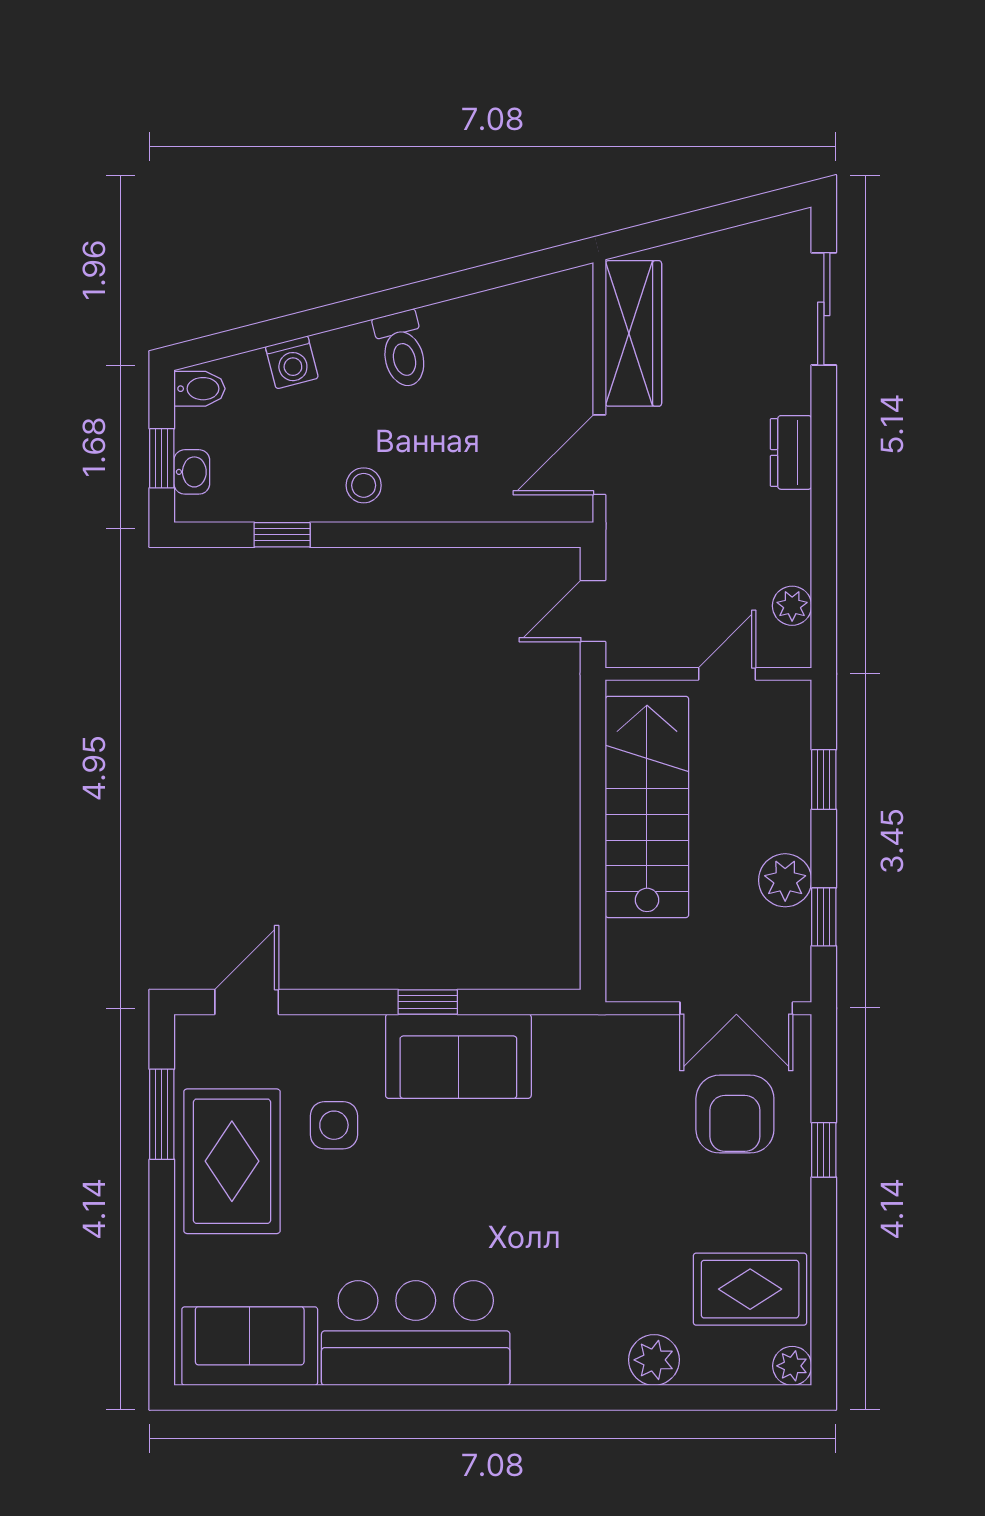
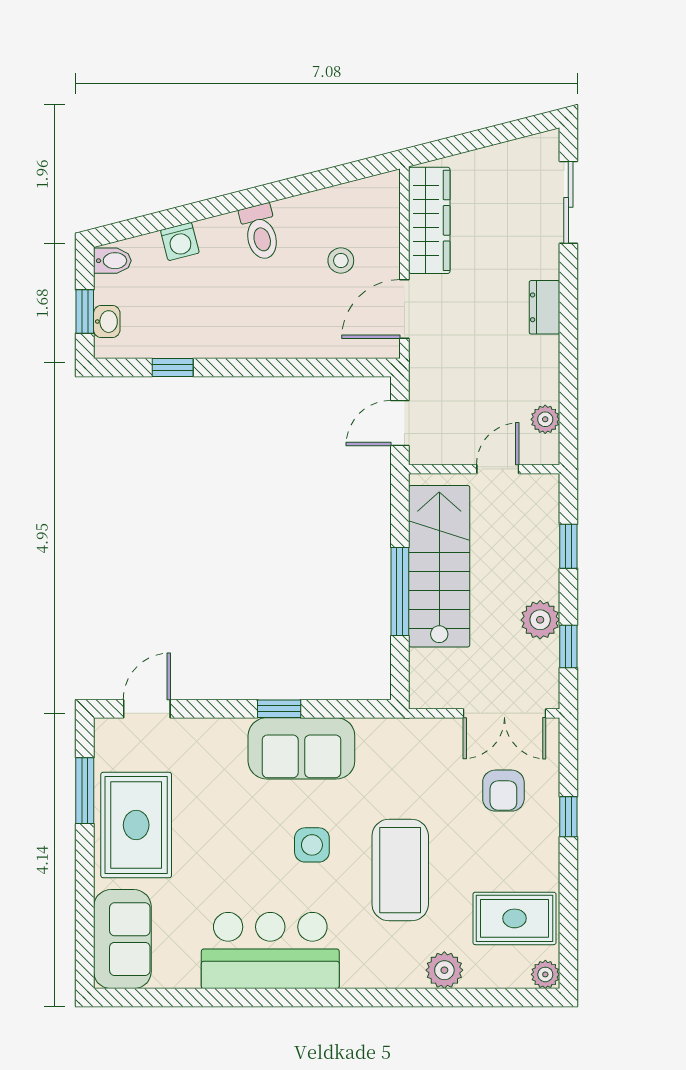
stool: (364, 485) -> (341, 261), moved
window: (593, 842) -> (400, 592), added
armchair: (735, 1114) -> (503, 791), width x0.72, depth x0.72
side table: (334, 1125) -> (312, 845), moved
coffee table: (594, 1223) -> (400, 870), added
sofa: (250, 1346) -> (122, 939), moved, turned 90

